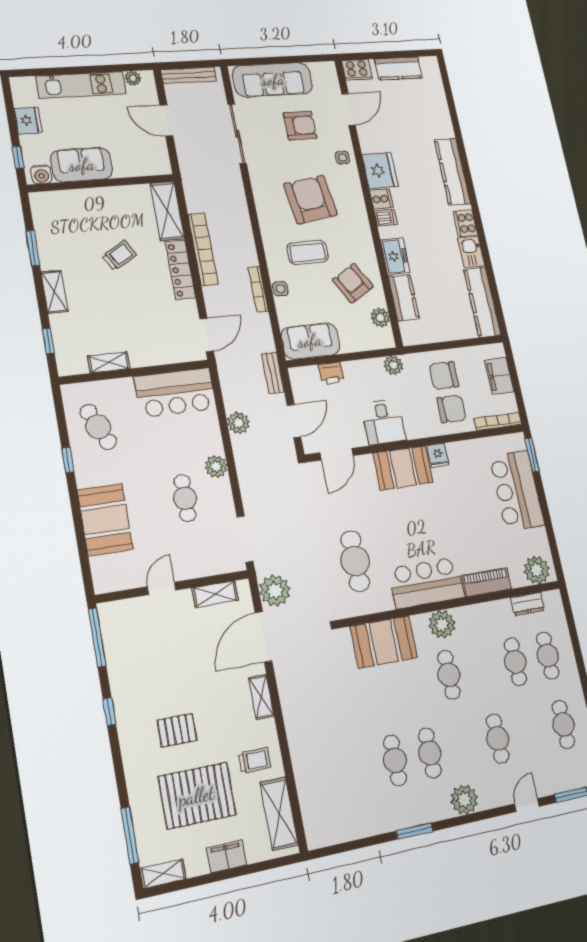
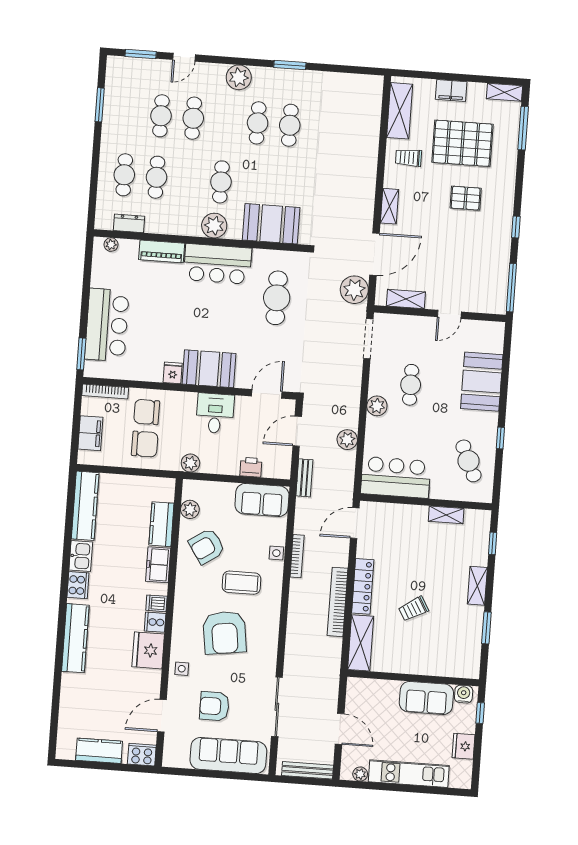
armchair: (353, 283) -> (207, 546), turned 86
plant: (537, 570) -> (111, 245), width x0.53, depth x0.53
cafe table: (563, 725) -> (161, 116), moved

